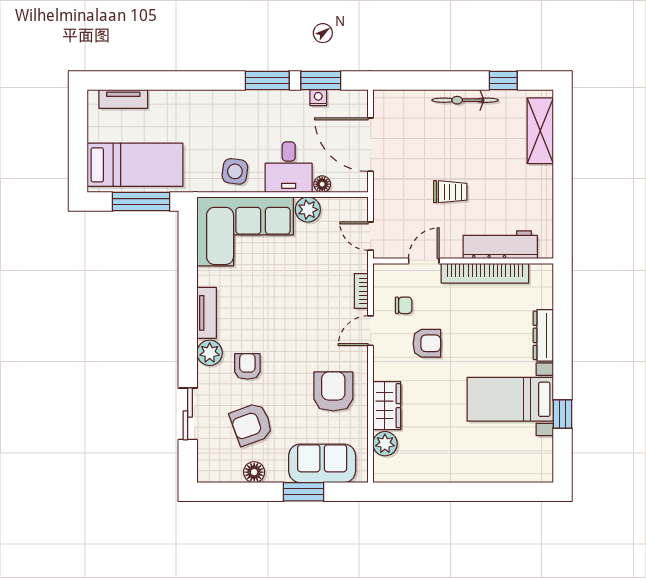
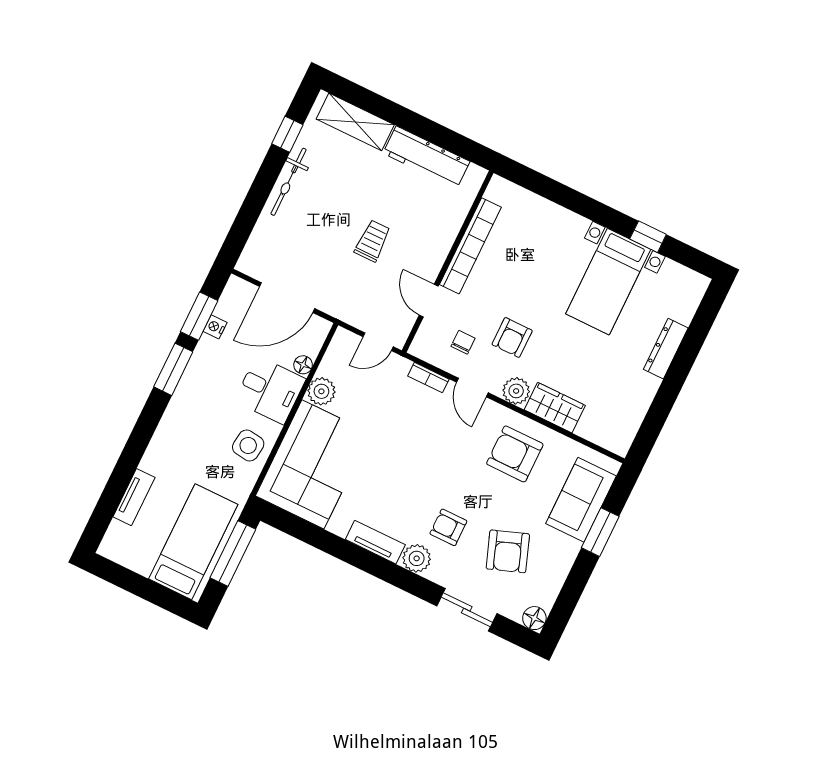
tv unit: (123, 99) -> (134, 497), moved
workbench: (500, 245) -> (426, 157), moved, turned -90
dresser: (543, 335) -> (666, 349), moved, turned 90
armchair: (427, 343) -> (512, 337), turned 180
plant: (385, 444) -> (516, 391), moved
floor lamp: (254, 472) -> (534, 618), moved

